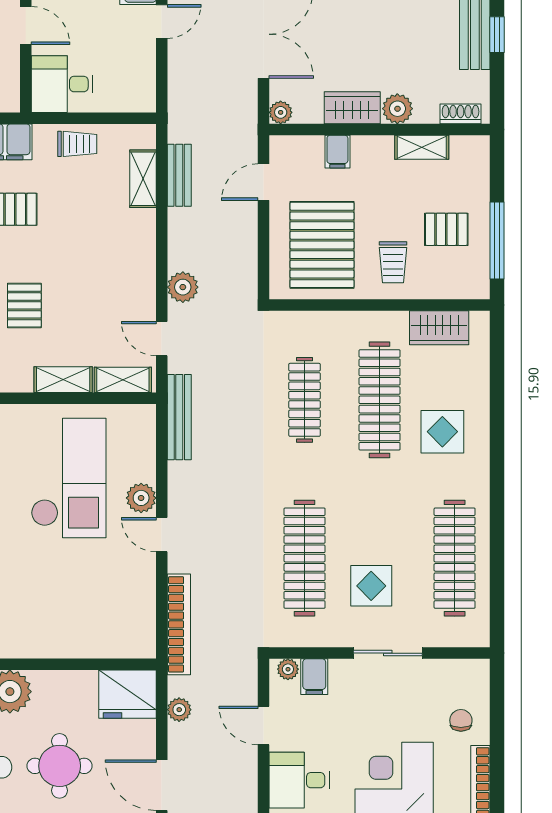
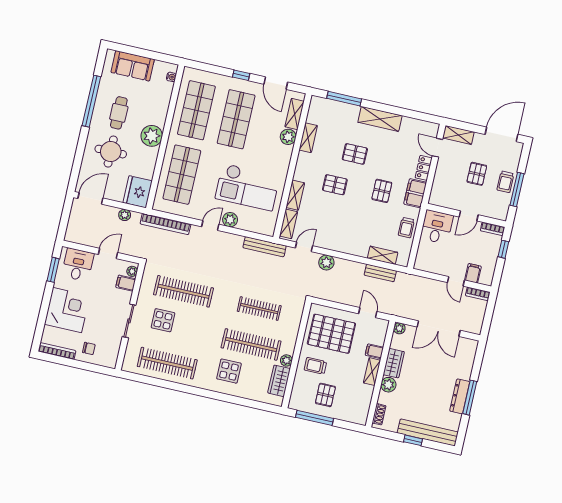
shelving: (422, 147) -> (372, 372), moved
plant: (395, 322) -> (286, 360), added
shop shelf: (73, 614) -> (182, 175), added

